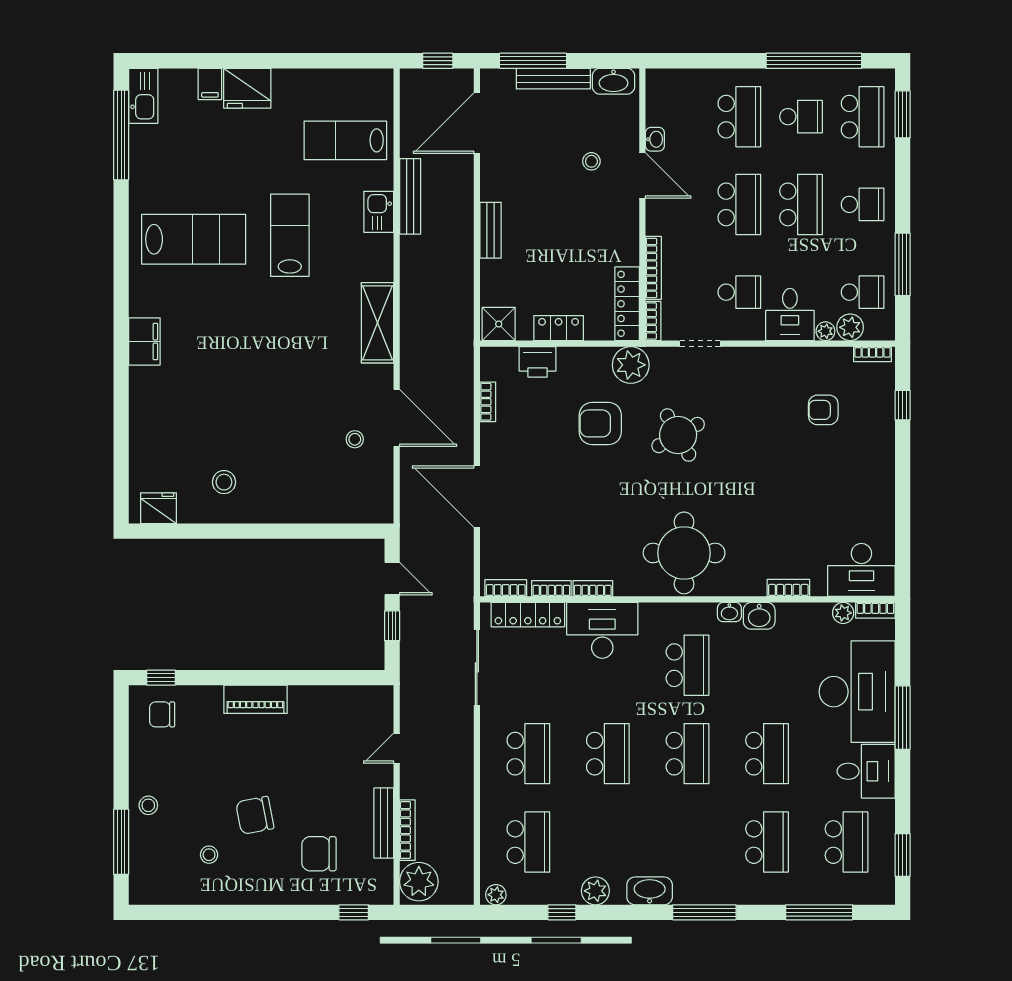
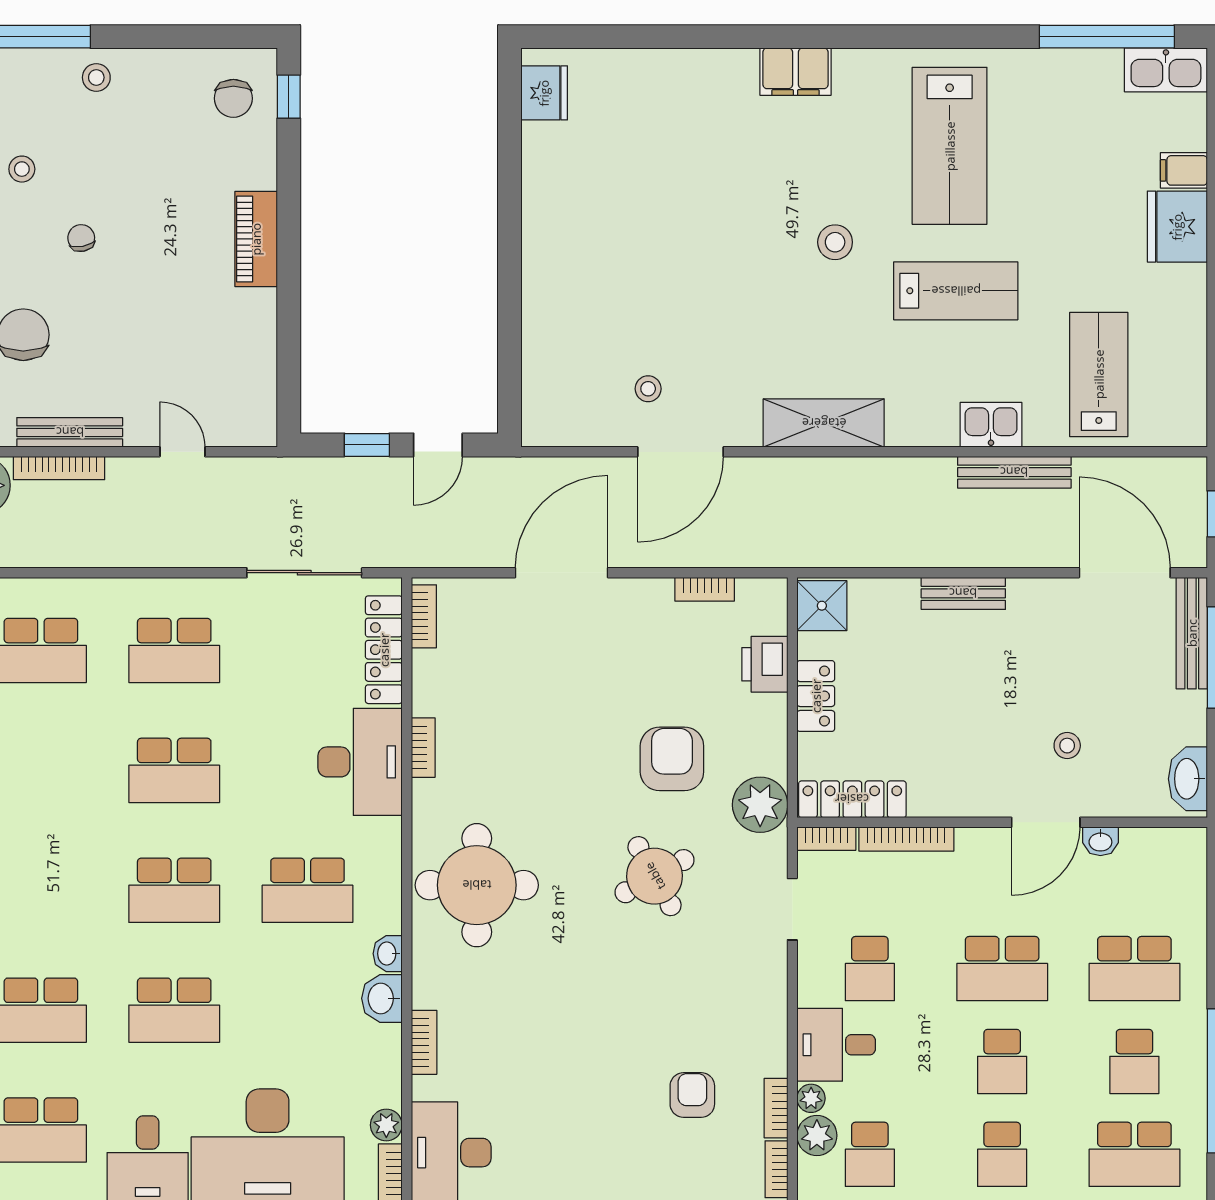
bench: (553, 79) -> (1192, 633), moved
school desk: (801, 204) -> (1002, 1061), width x0.54
stool: (224, 482) -> (835, 242), moved
bookcase: (551, 588) -> (776, 1108), moved, turned 180
chair: (162, 714) -> (233, 98), turned 180
chair: (255, 815) -> (81, 238), width x0.54, depth x0.54

